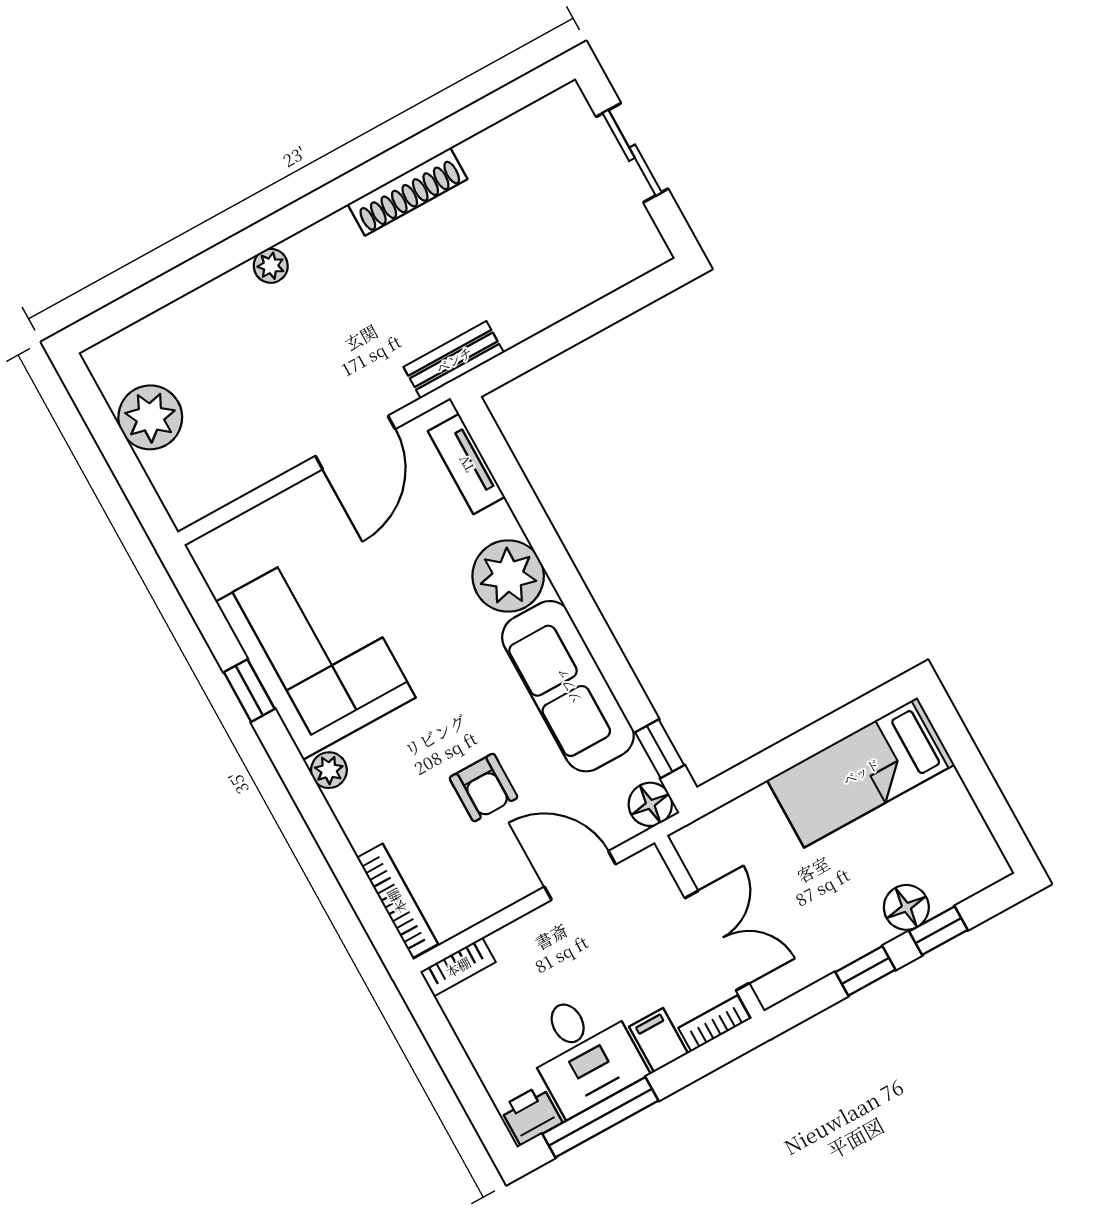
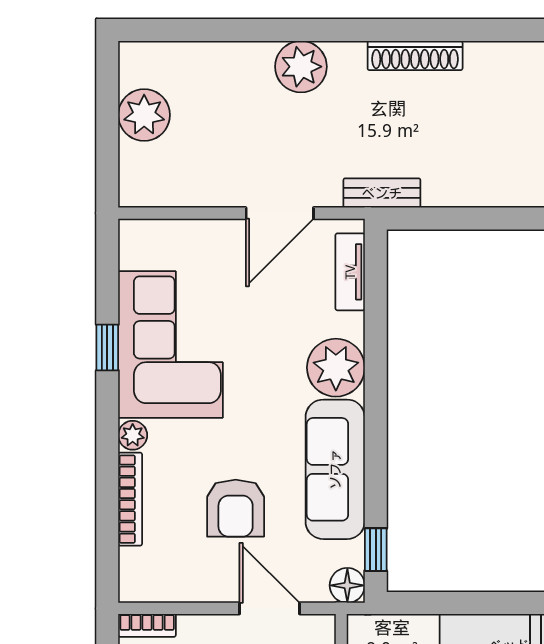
plant: (271, 266) -> (301, 67), width x1.88, depth x1.88
armchair: (484, 788) -> (236, 508), width x1.38, depth x1.38
bookcase: (397, 901) -> (130, 499), moved

